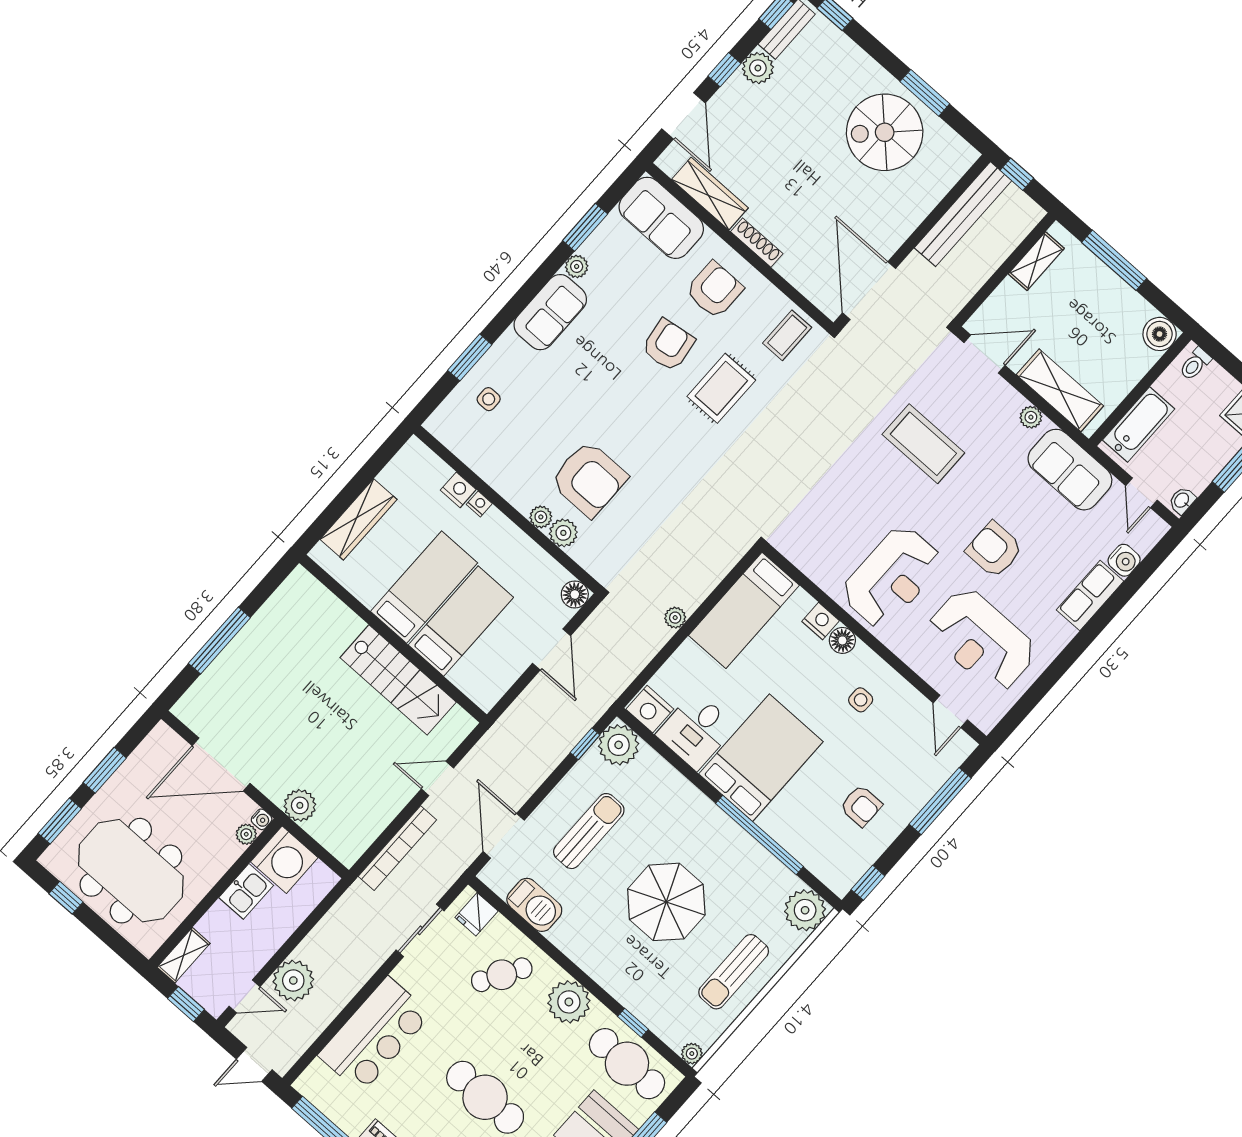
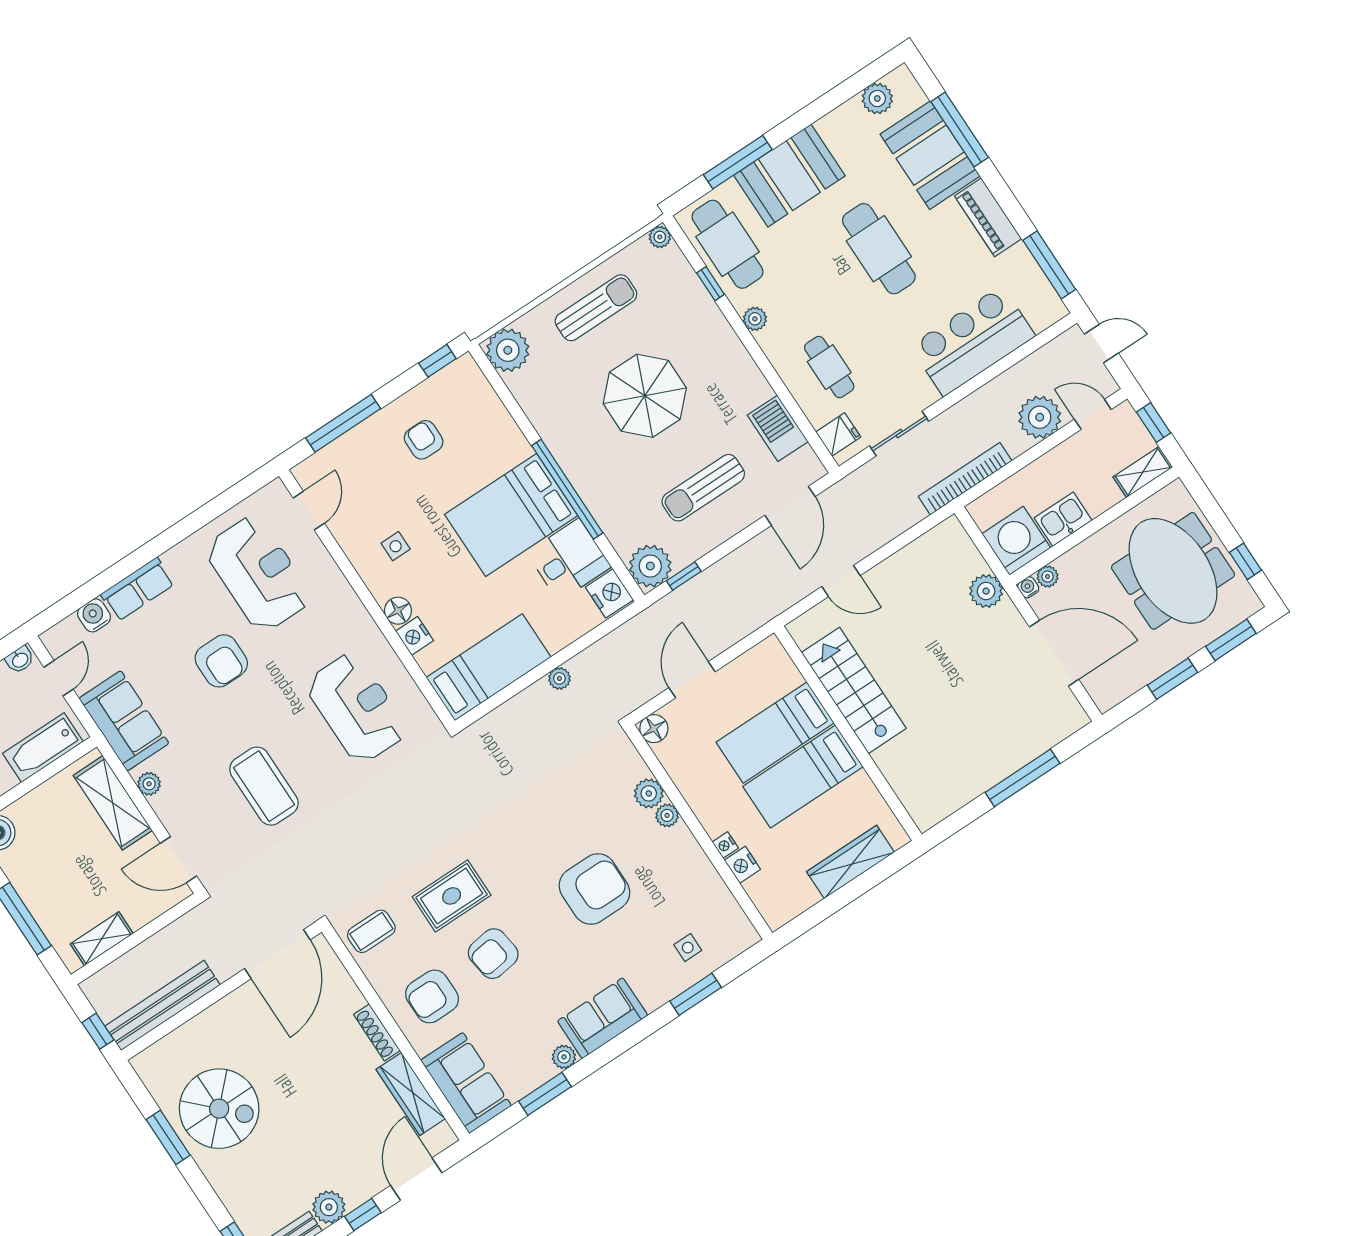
armchair: (589, 479) -> (594, 889), moved, turned 90
reception desk: (892, 577) -> (356, 708), moved, turned 90
window: (759, 835) -> (567, 489), moved
bookcase: (397, 848) -> (965, 479), moved
cafe table: (502, 975) -> (829, 367), turned 59
plant: (569, 1002) -> (755, 319), width x0.53, depth x0.53

